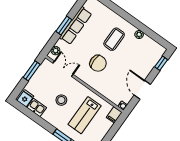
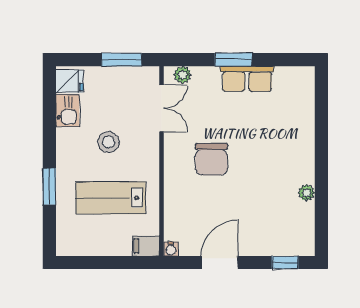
row of seats: (76, 26) -> (247, 79), width x0.68
coffee table: (114, 39) -> (270, 157), removed

